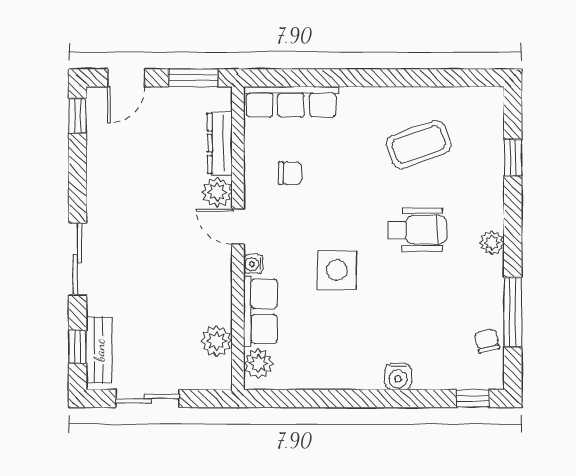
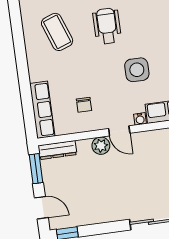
dresser: (220, 143) -> (57, 150), moved
chair: (290, 173) -> (84, 105), turned 180
door: (238, 226) -> (119, 131), hinge flipped

